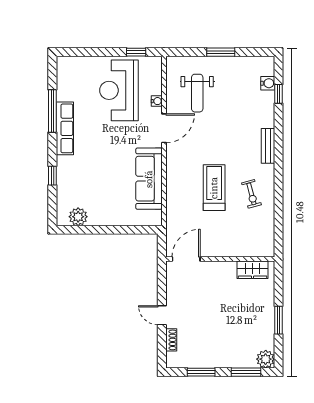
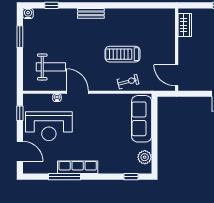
door: (86, 52) -> (20, 151), added
window: (221, 52) -> (20, 37), moved
water cooler: (268, 83) -> (28, 13), moved
window: (52, 176) -> (131, 177), moved
sofa: (149, 179) -> (142, 119), moved, turned 90
exercise bike: (251, 194) -> (128, 82), moved

